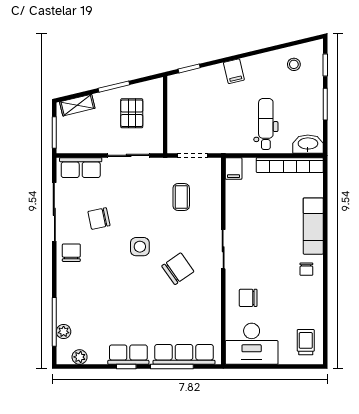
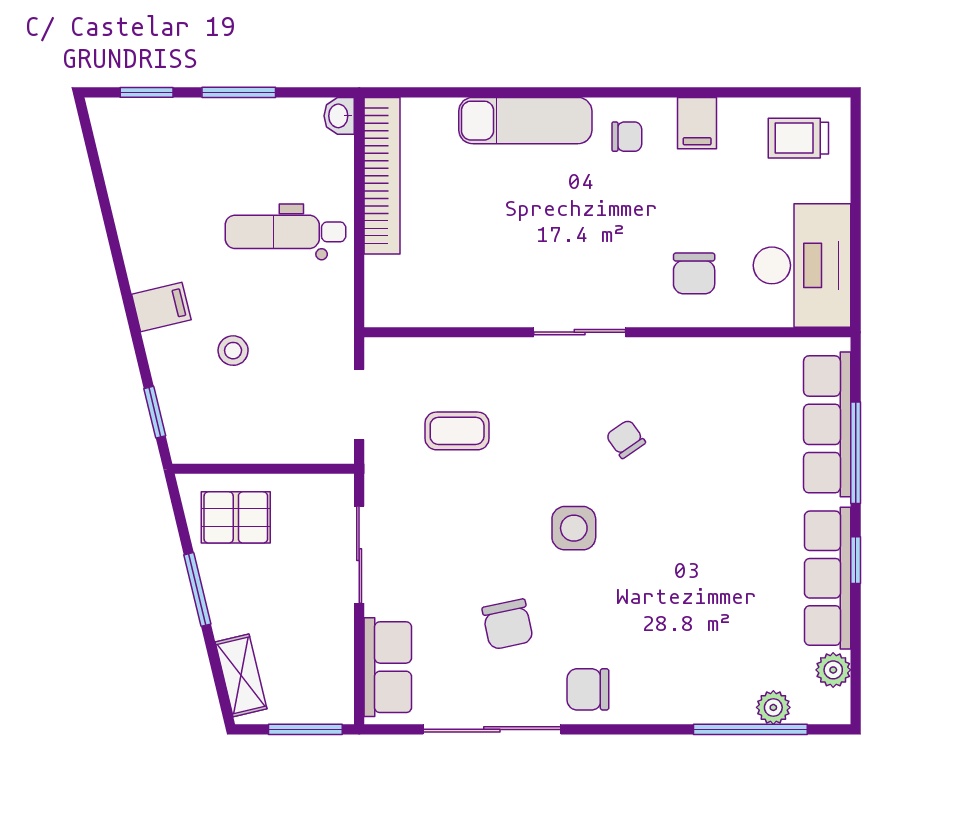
stool: (294, 64) -> (233, 351), moved
pallet: (132, 113) -> (236, 517), moved
washbasin: (308, 144) -> (339, 116), width x0.52, depth x0.69
filing cabinet: (234, 168) -> (697, 123), moved, turned 90
chair: (178, 269) -> (626, 439), width x0.54, depth x0.54
row of seats: (128, 355) -> (828, 578), width x1.48

